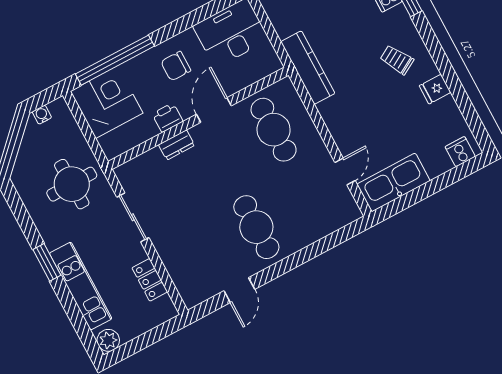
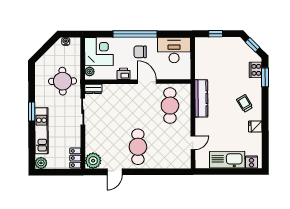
window: (115, 60) -> (135, 34), moved
kitchen counter: (308, 68) -> (201, 98), moved
door: (214, 110) -> (147, 82), hinge flipped
plant: (109, 144) -> (90, 71), added
dresser: (177, 145) -> (93, 89), moved
kitchen sink: (393, 182) -> (227, 160), moved
locker: (150, 280) -> (75, 158), moved
plant: (194, 290) -> (93, 161), added

